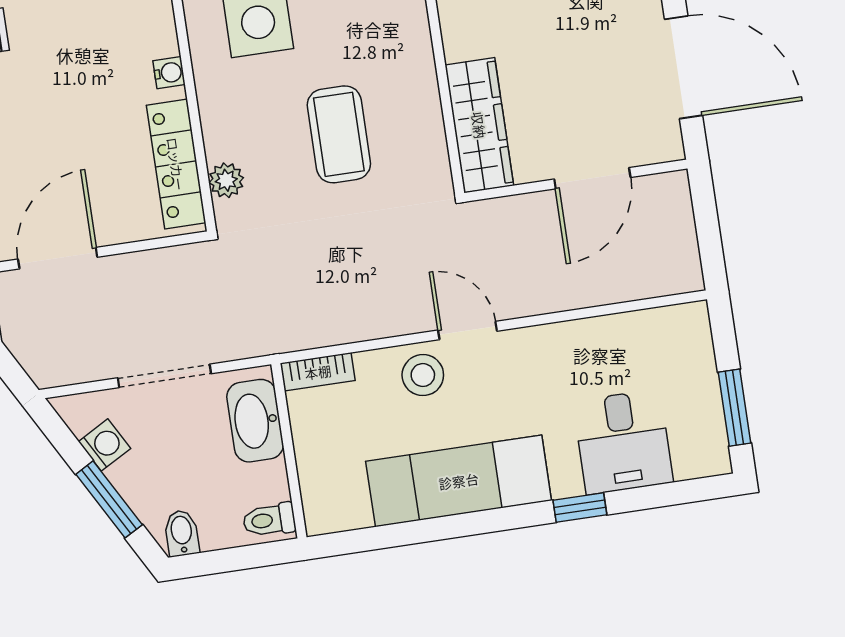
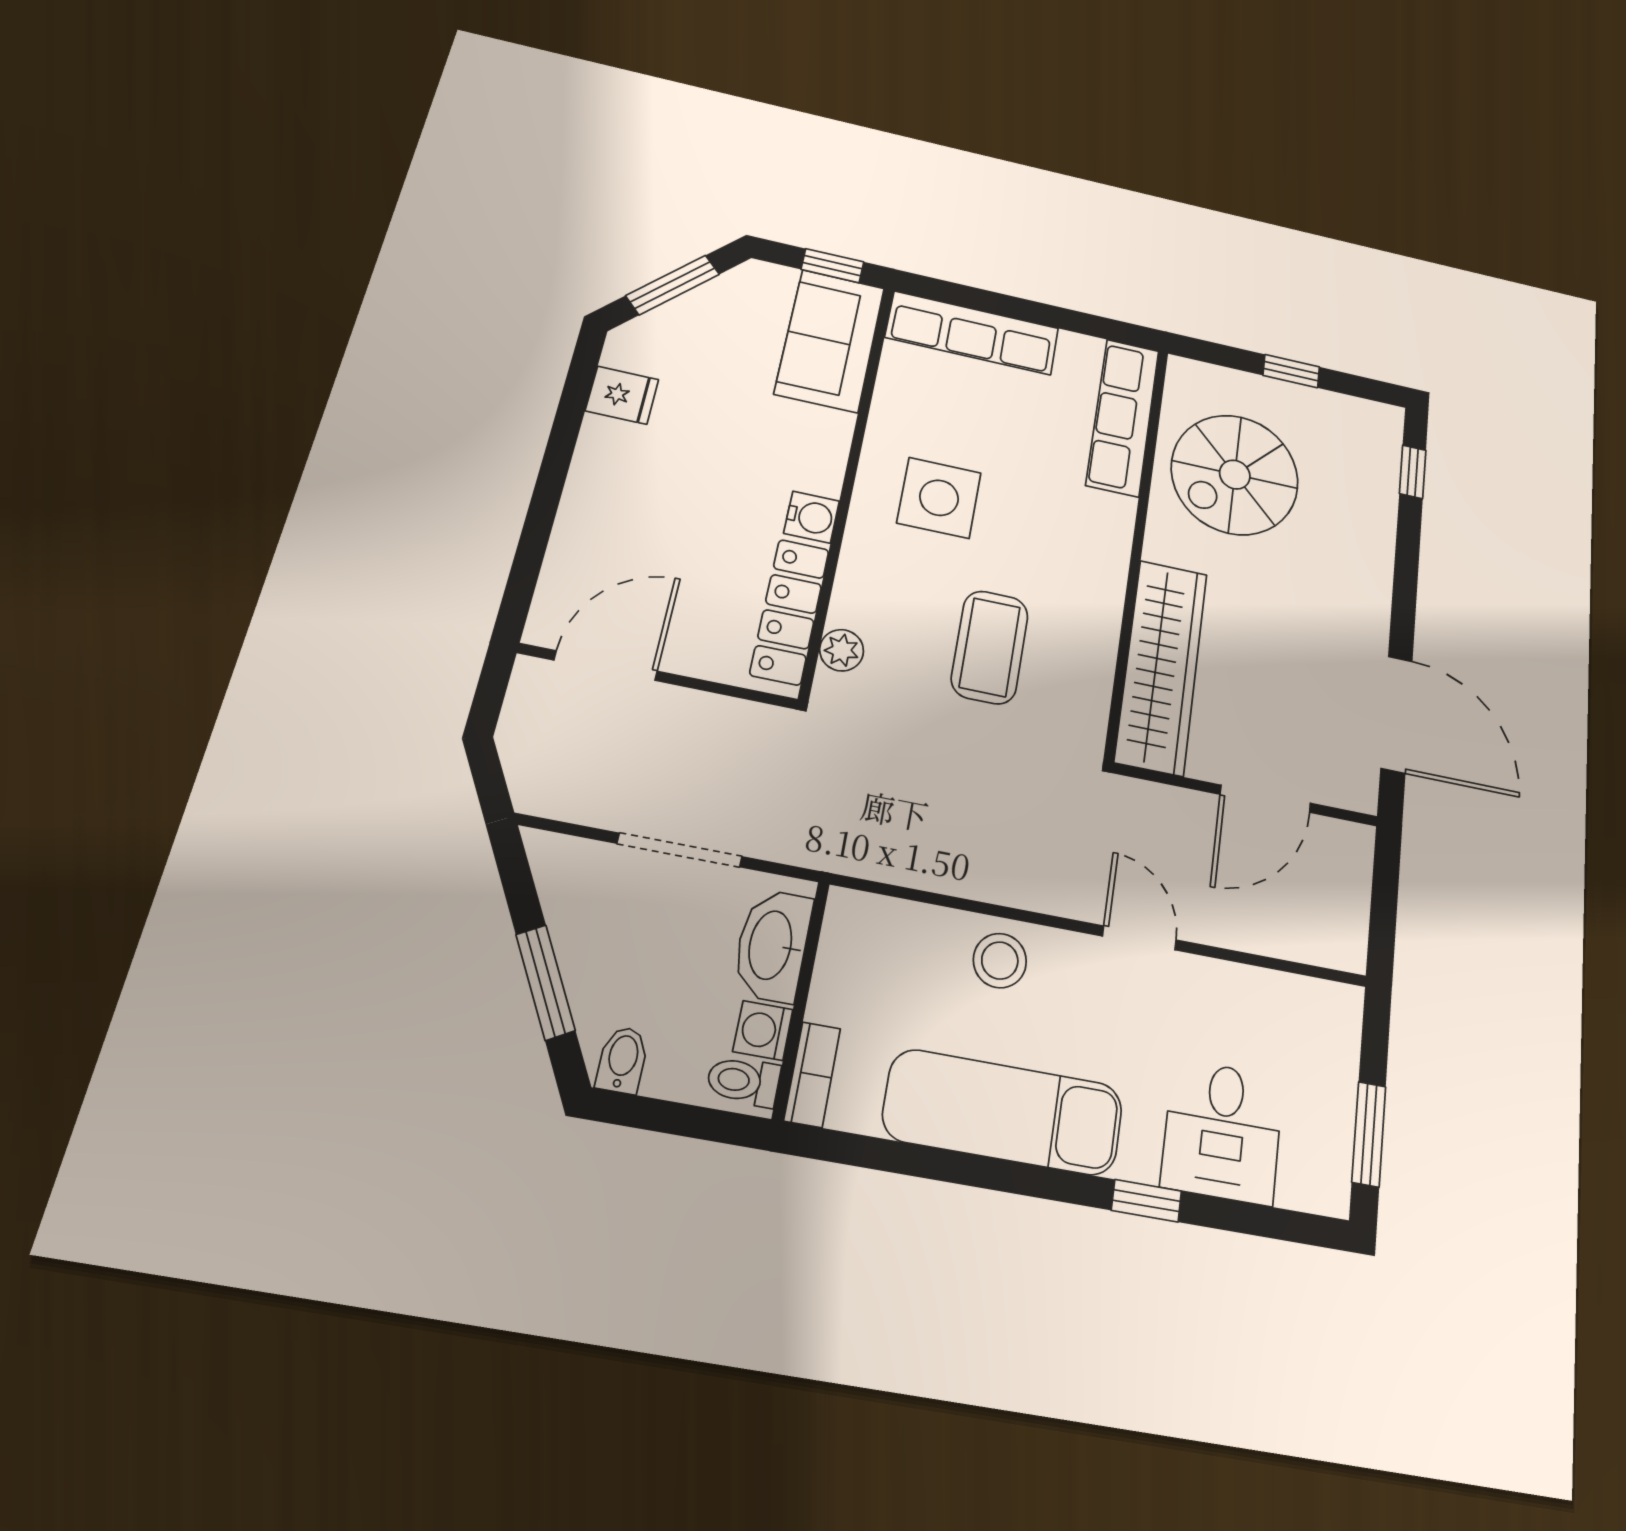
water cooler: (169, 73) -> (812, 517), width x1.38, depth x1.38
wardrobe: (479, 125) -> (1161, 667), width x1.40, depth x1.17
door: (467, 331) -> (1139, 938), moved
bookcase: (318, 372) -> (812, 1074), moved, turned -90
washing machine: (105, 445) -> (763, 1030), moved, turned -151

